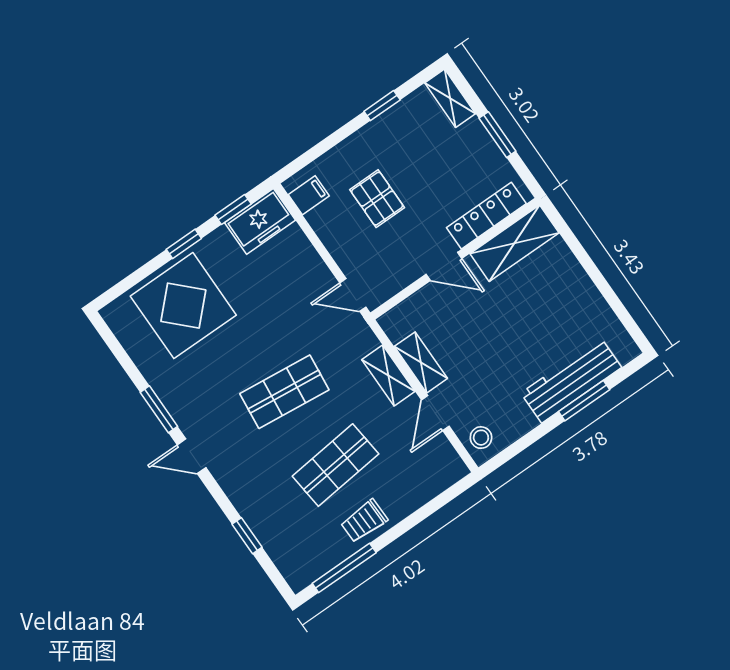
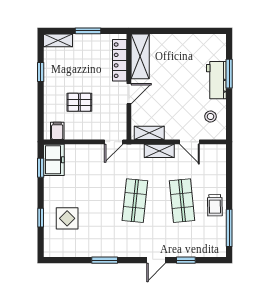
window: (184, 244) -> (41, 218), moved
display table: (183, 306) -> (67, 218), width x0.54, depth x0.54
shelving: (421, 362) -> (149, 133), moved
workbench: (571, 380) -> (216, 80), width x0.73
stool: (481, 438) -> (211, 116), moved
door: (192, 456) -> (156, 260), moved

